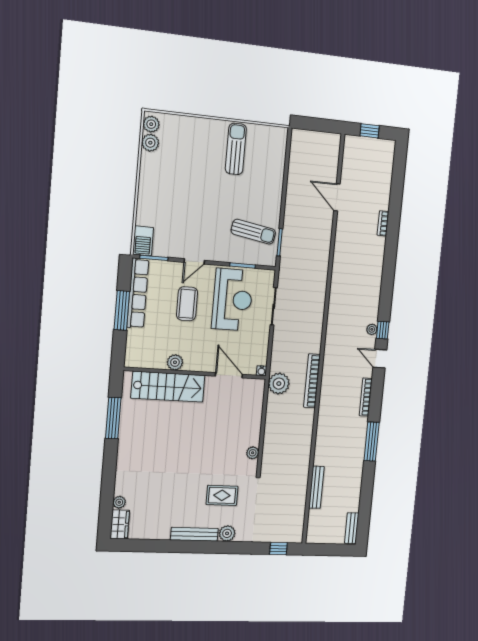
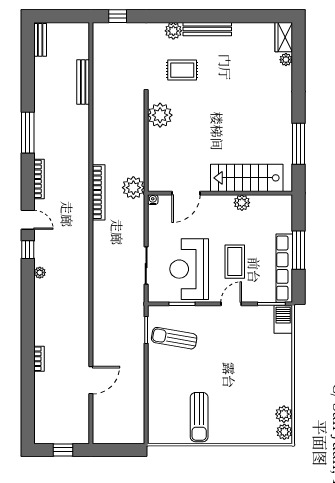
door: (337, 197) -> (91, 380), hinge flipped
plant: (372, 329) -> (40, 273), moved
door: (229, 375) -> (186, 193), hinge flipped
plant: (253, 453) -> (160, 115), width x1.87, depth x1.87

